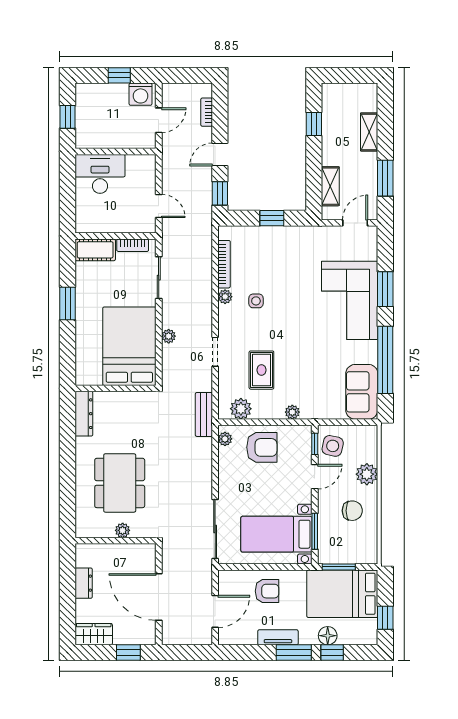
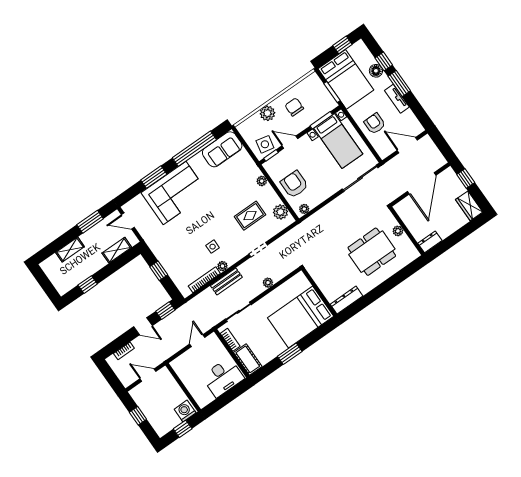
washing machine: (141, 94) -> (185, 411), moved, turned -90
desk: (100, 174) -> (223, 377), moved, turned -90
bed: (129, 346) -> (301, 317), moved
bench: (204, 414) -> (226, 281), moved
dresser: (84, 583) -> (430, 242), moved

